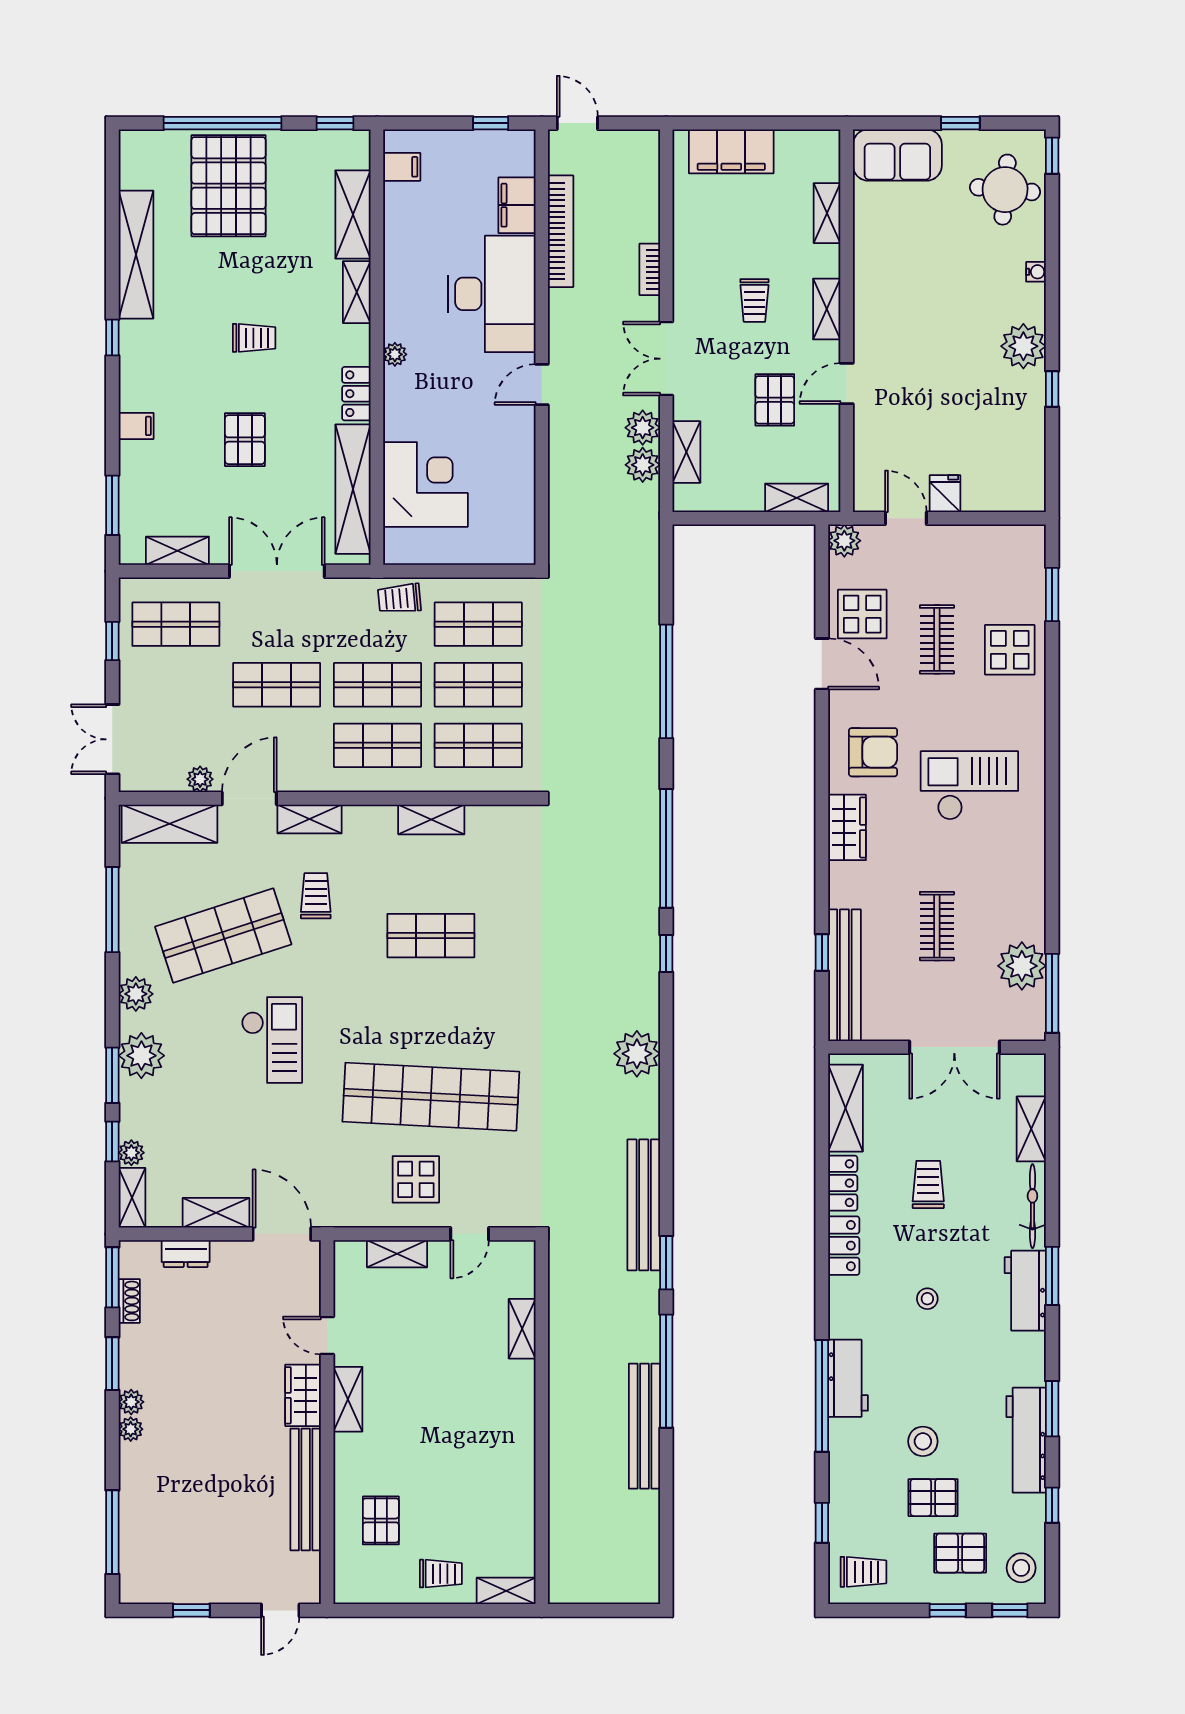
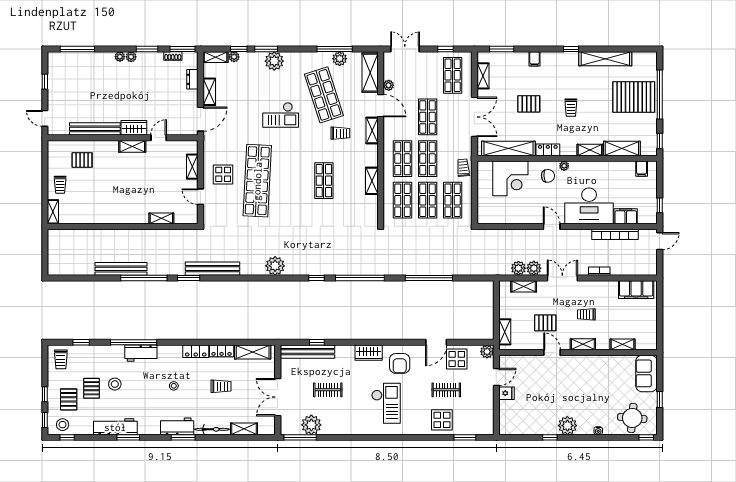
filing cabinet: (731, 151) -> (636, 290), moved, turned -90
chair: (419, 393) -> (548, 176), added
plant: (136, 994) -> (340, 59), moved
window: (1052, 1505) -> (67, 437), moved

